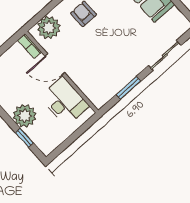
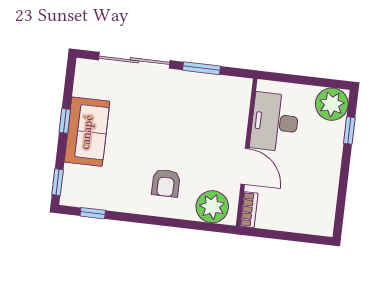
sliding door: (165, 55) -> (134, 60), width x1.37
plant: (25, 116) -> (332, 104), moved

